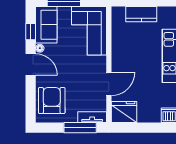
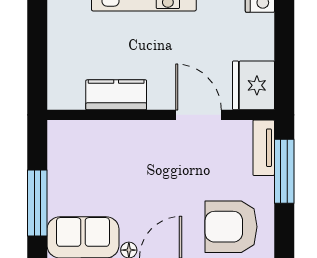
kitchen counter: (141, 14) -> (116, 95), moved, turned -90
corner sofa: (89, 31) -> (95, 154), removed

